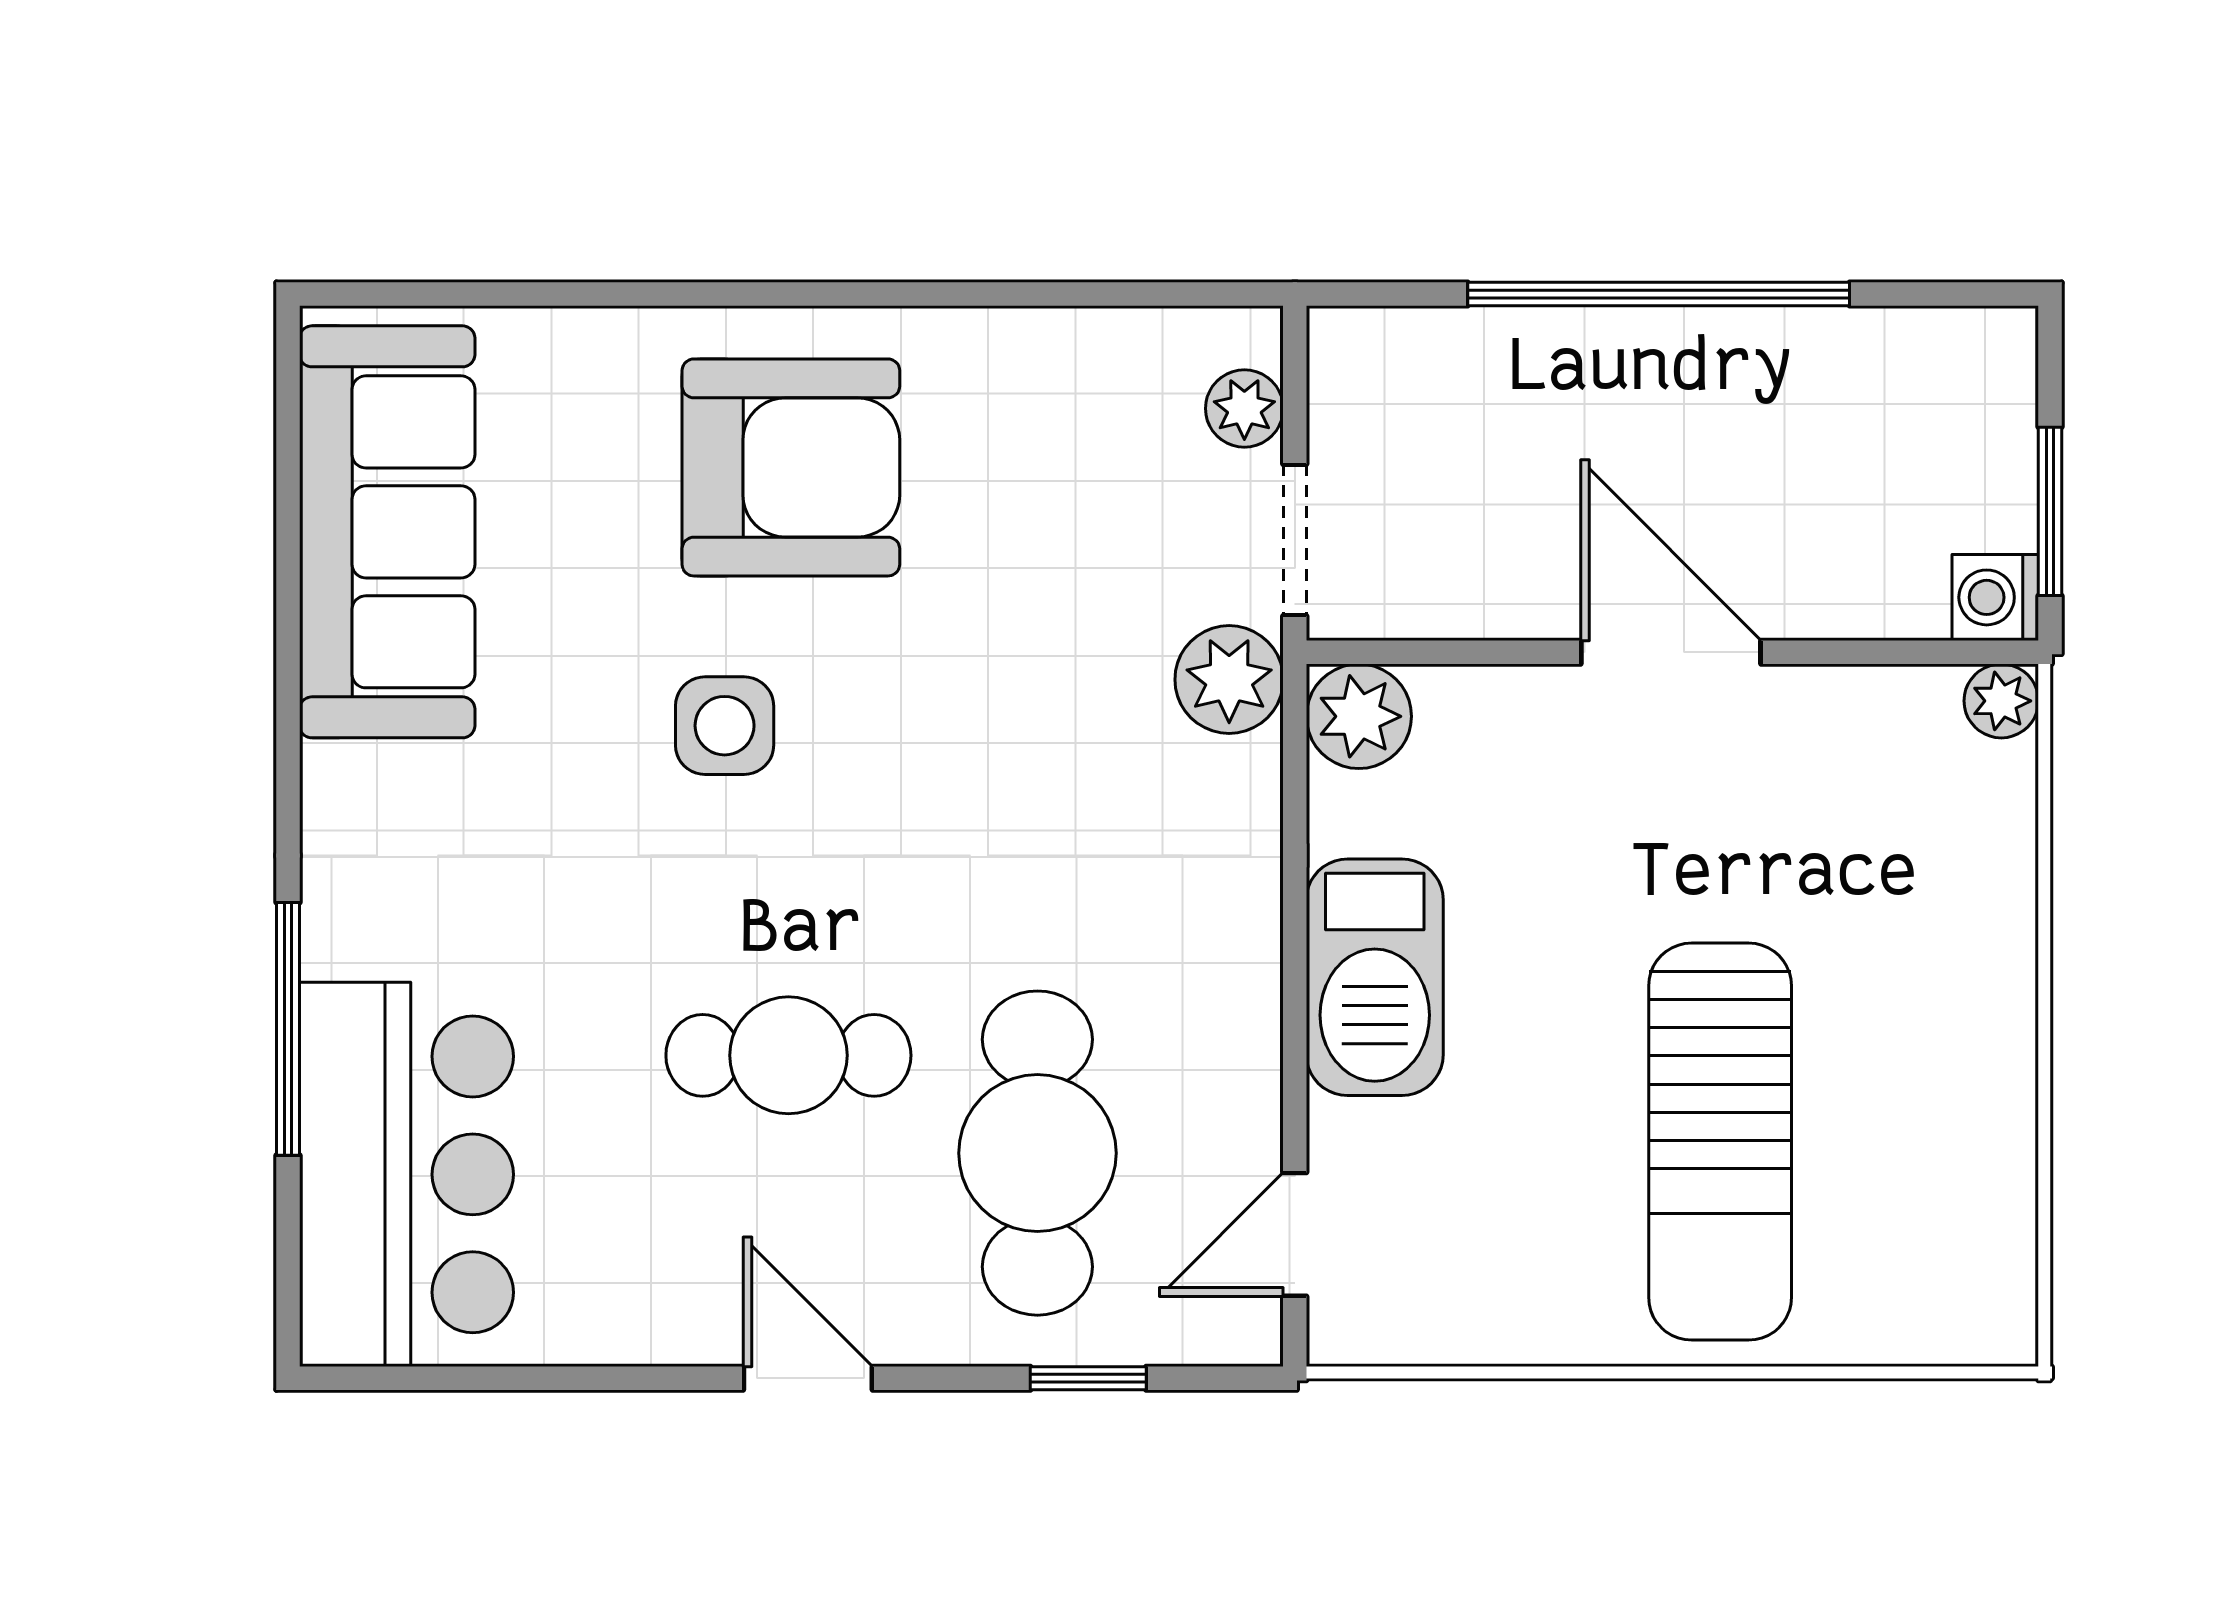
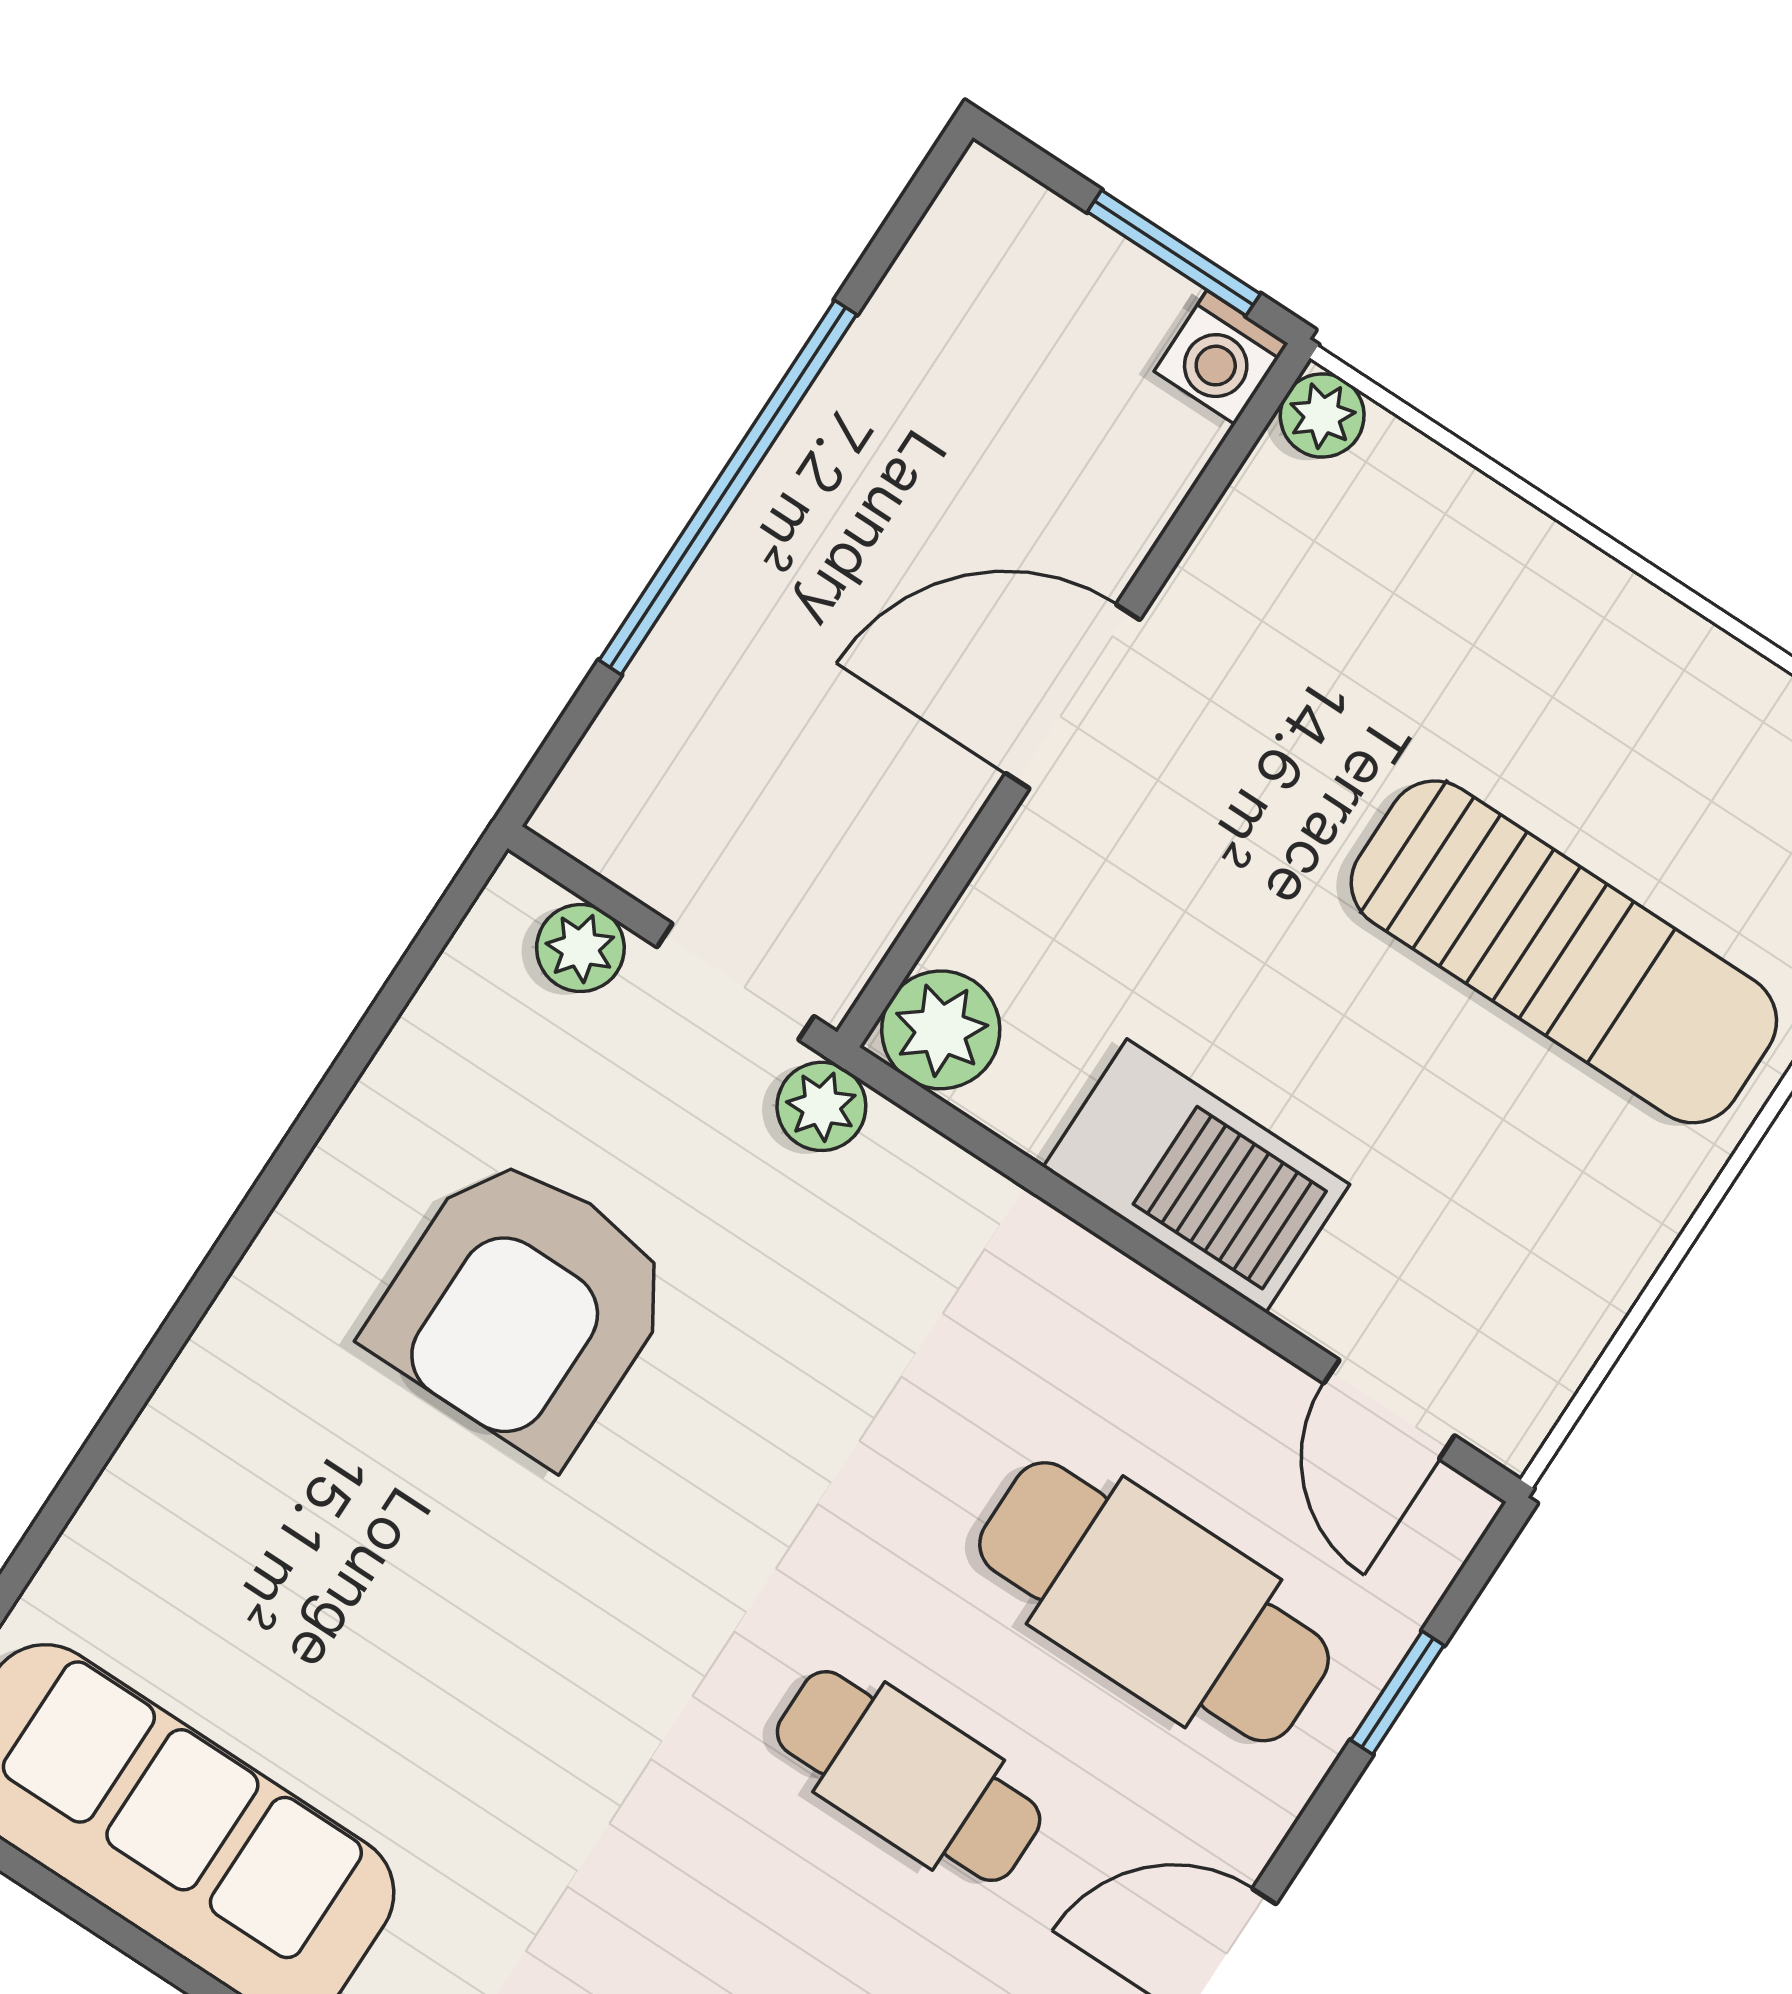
armchair: (791, 467) -> (523, 1306), moved, turned 180
plant: (1229, 680) -> (821, 1106), width x0.73, depth x0.73
side table: (725, 726) -> (559, 1633), removed
cafe table: (788, 1055) -> (909, 1776), turned 90

